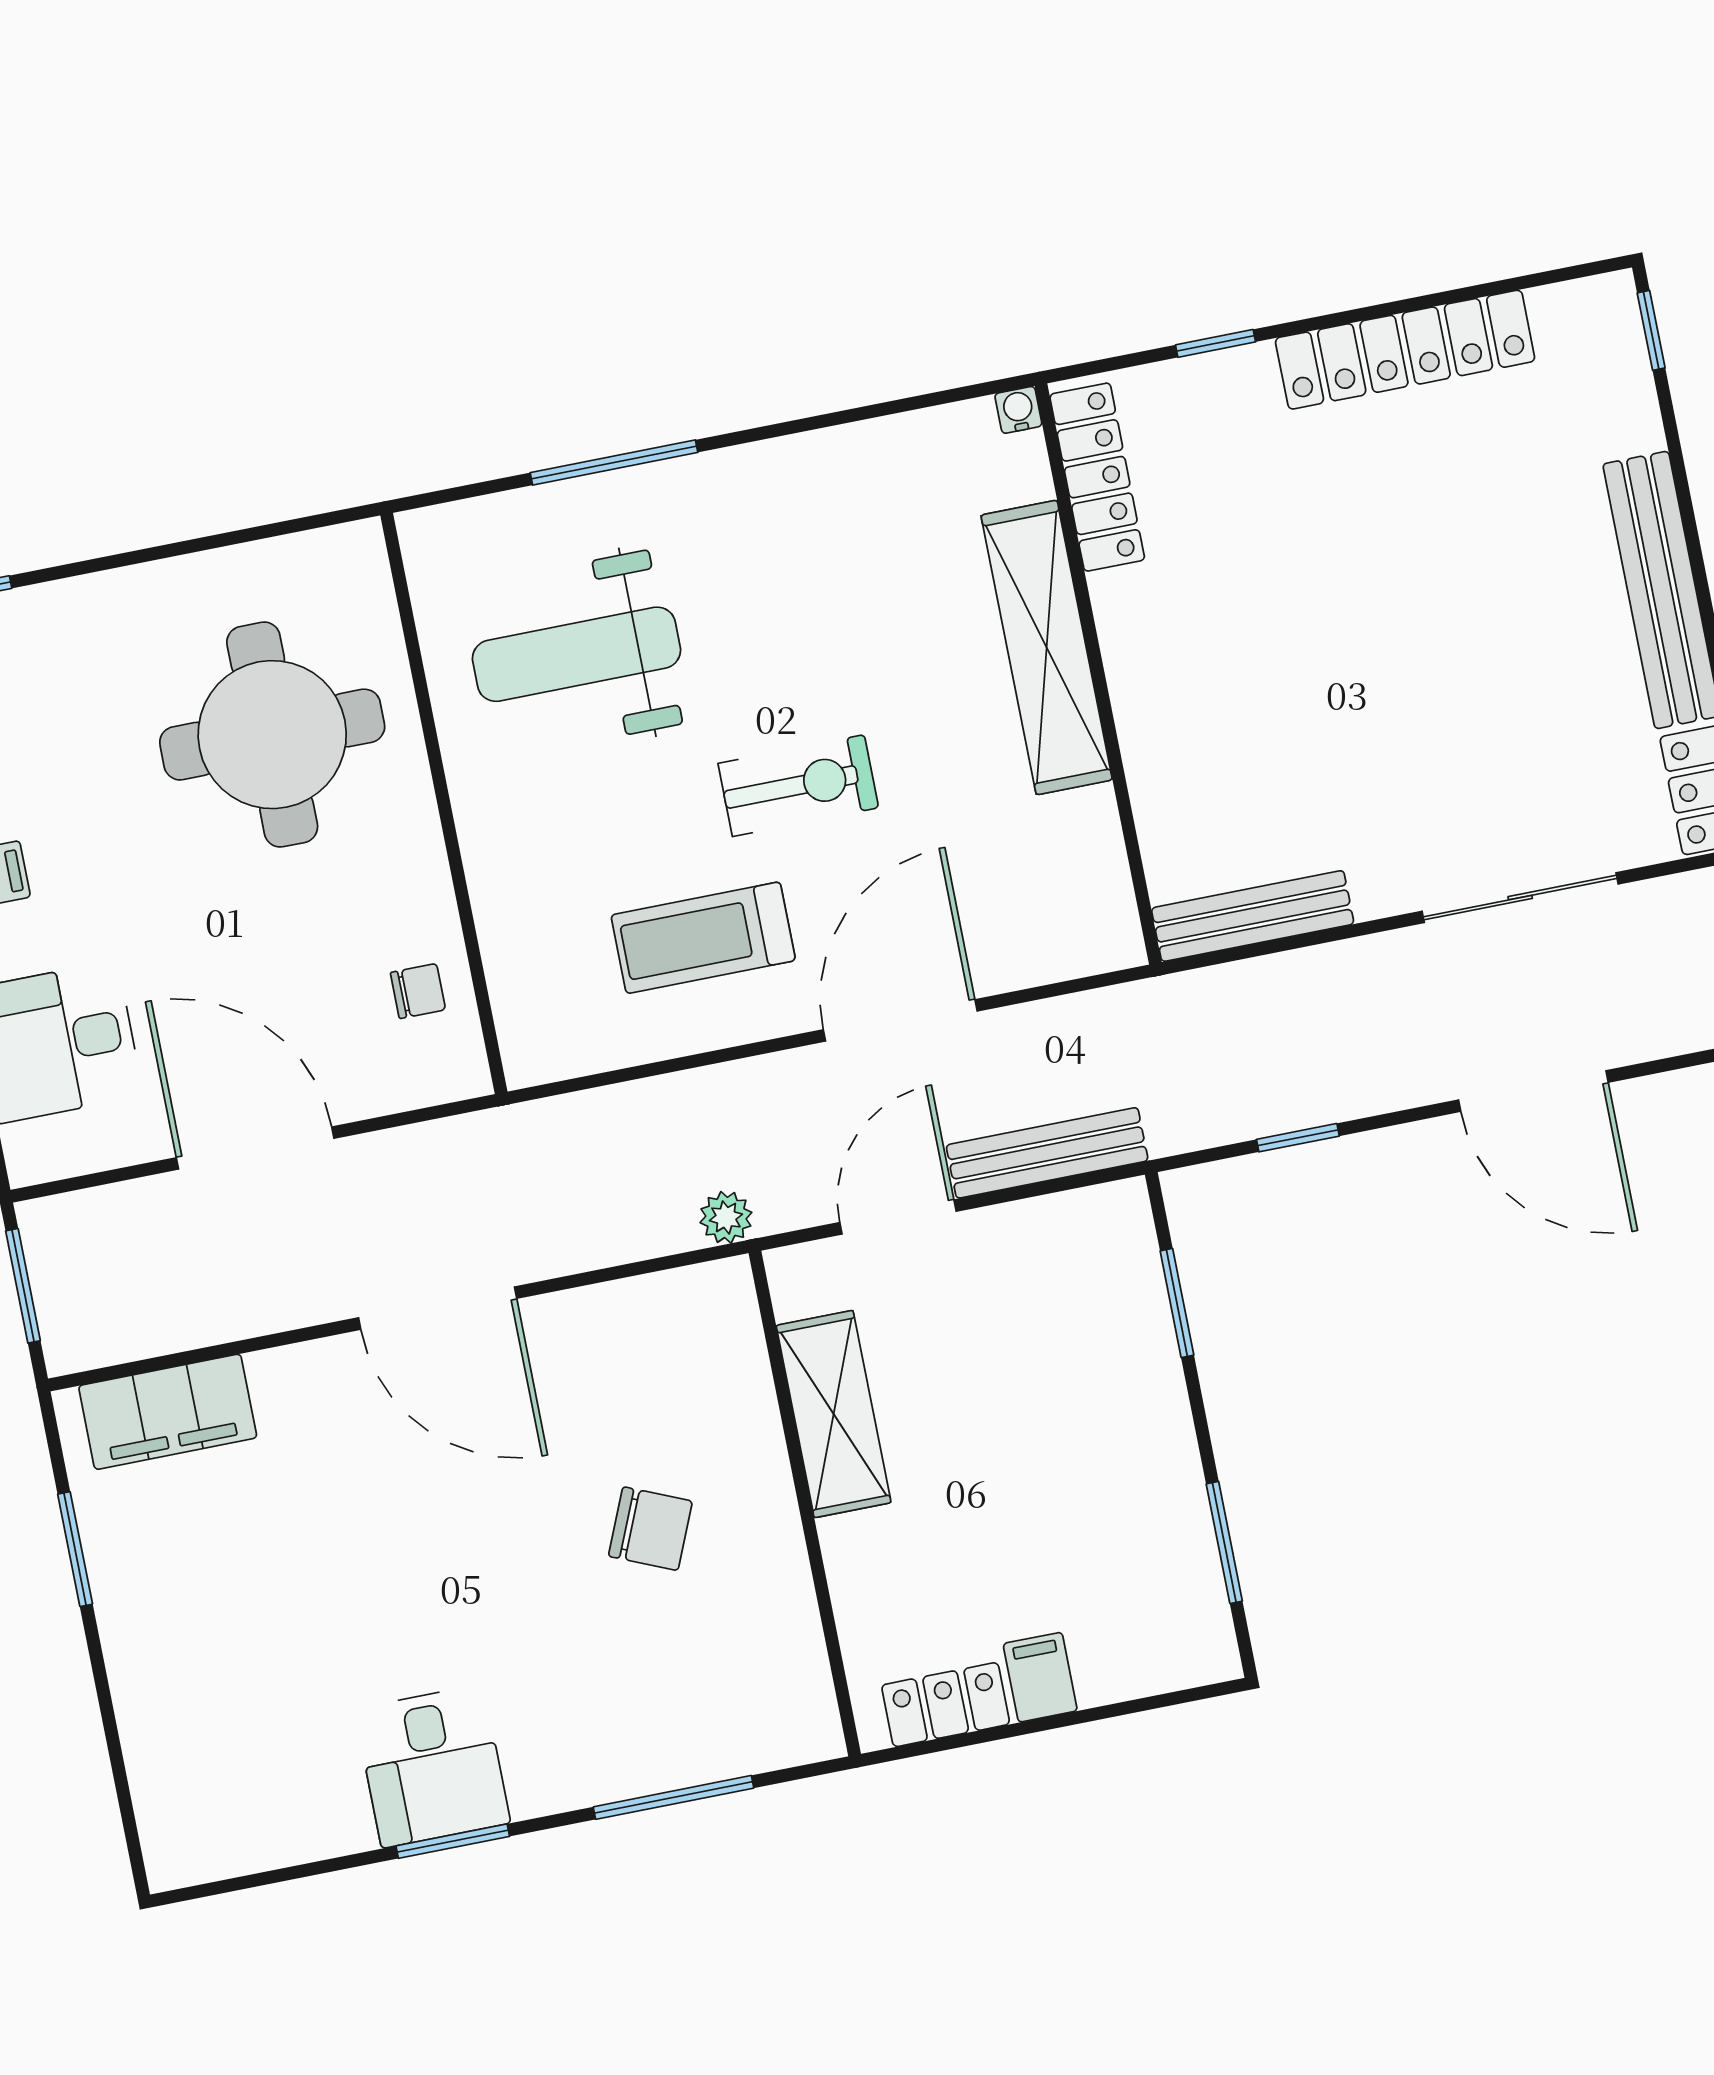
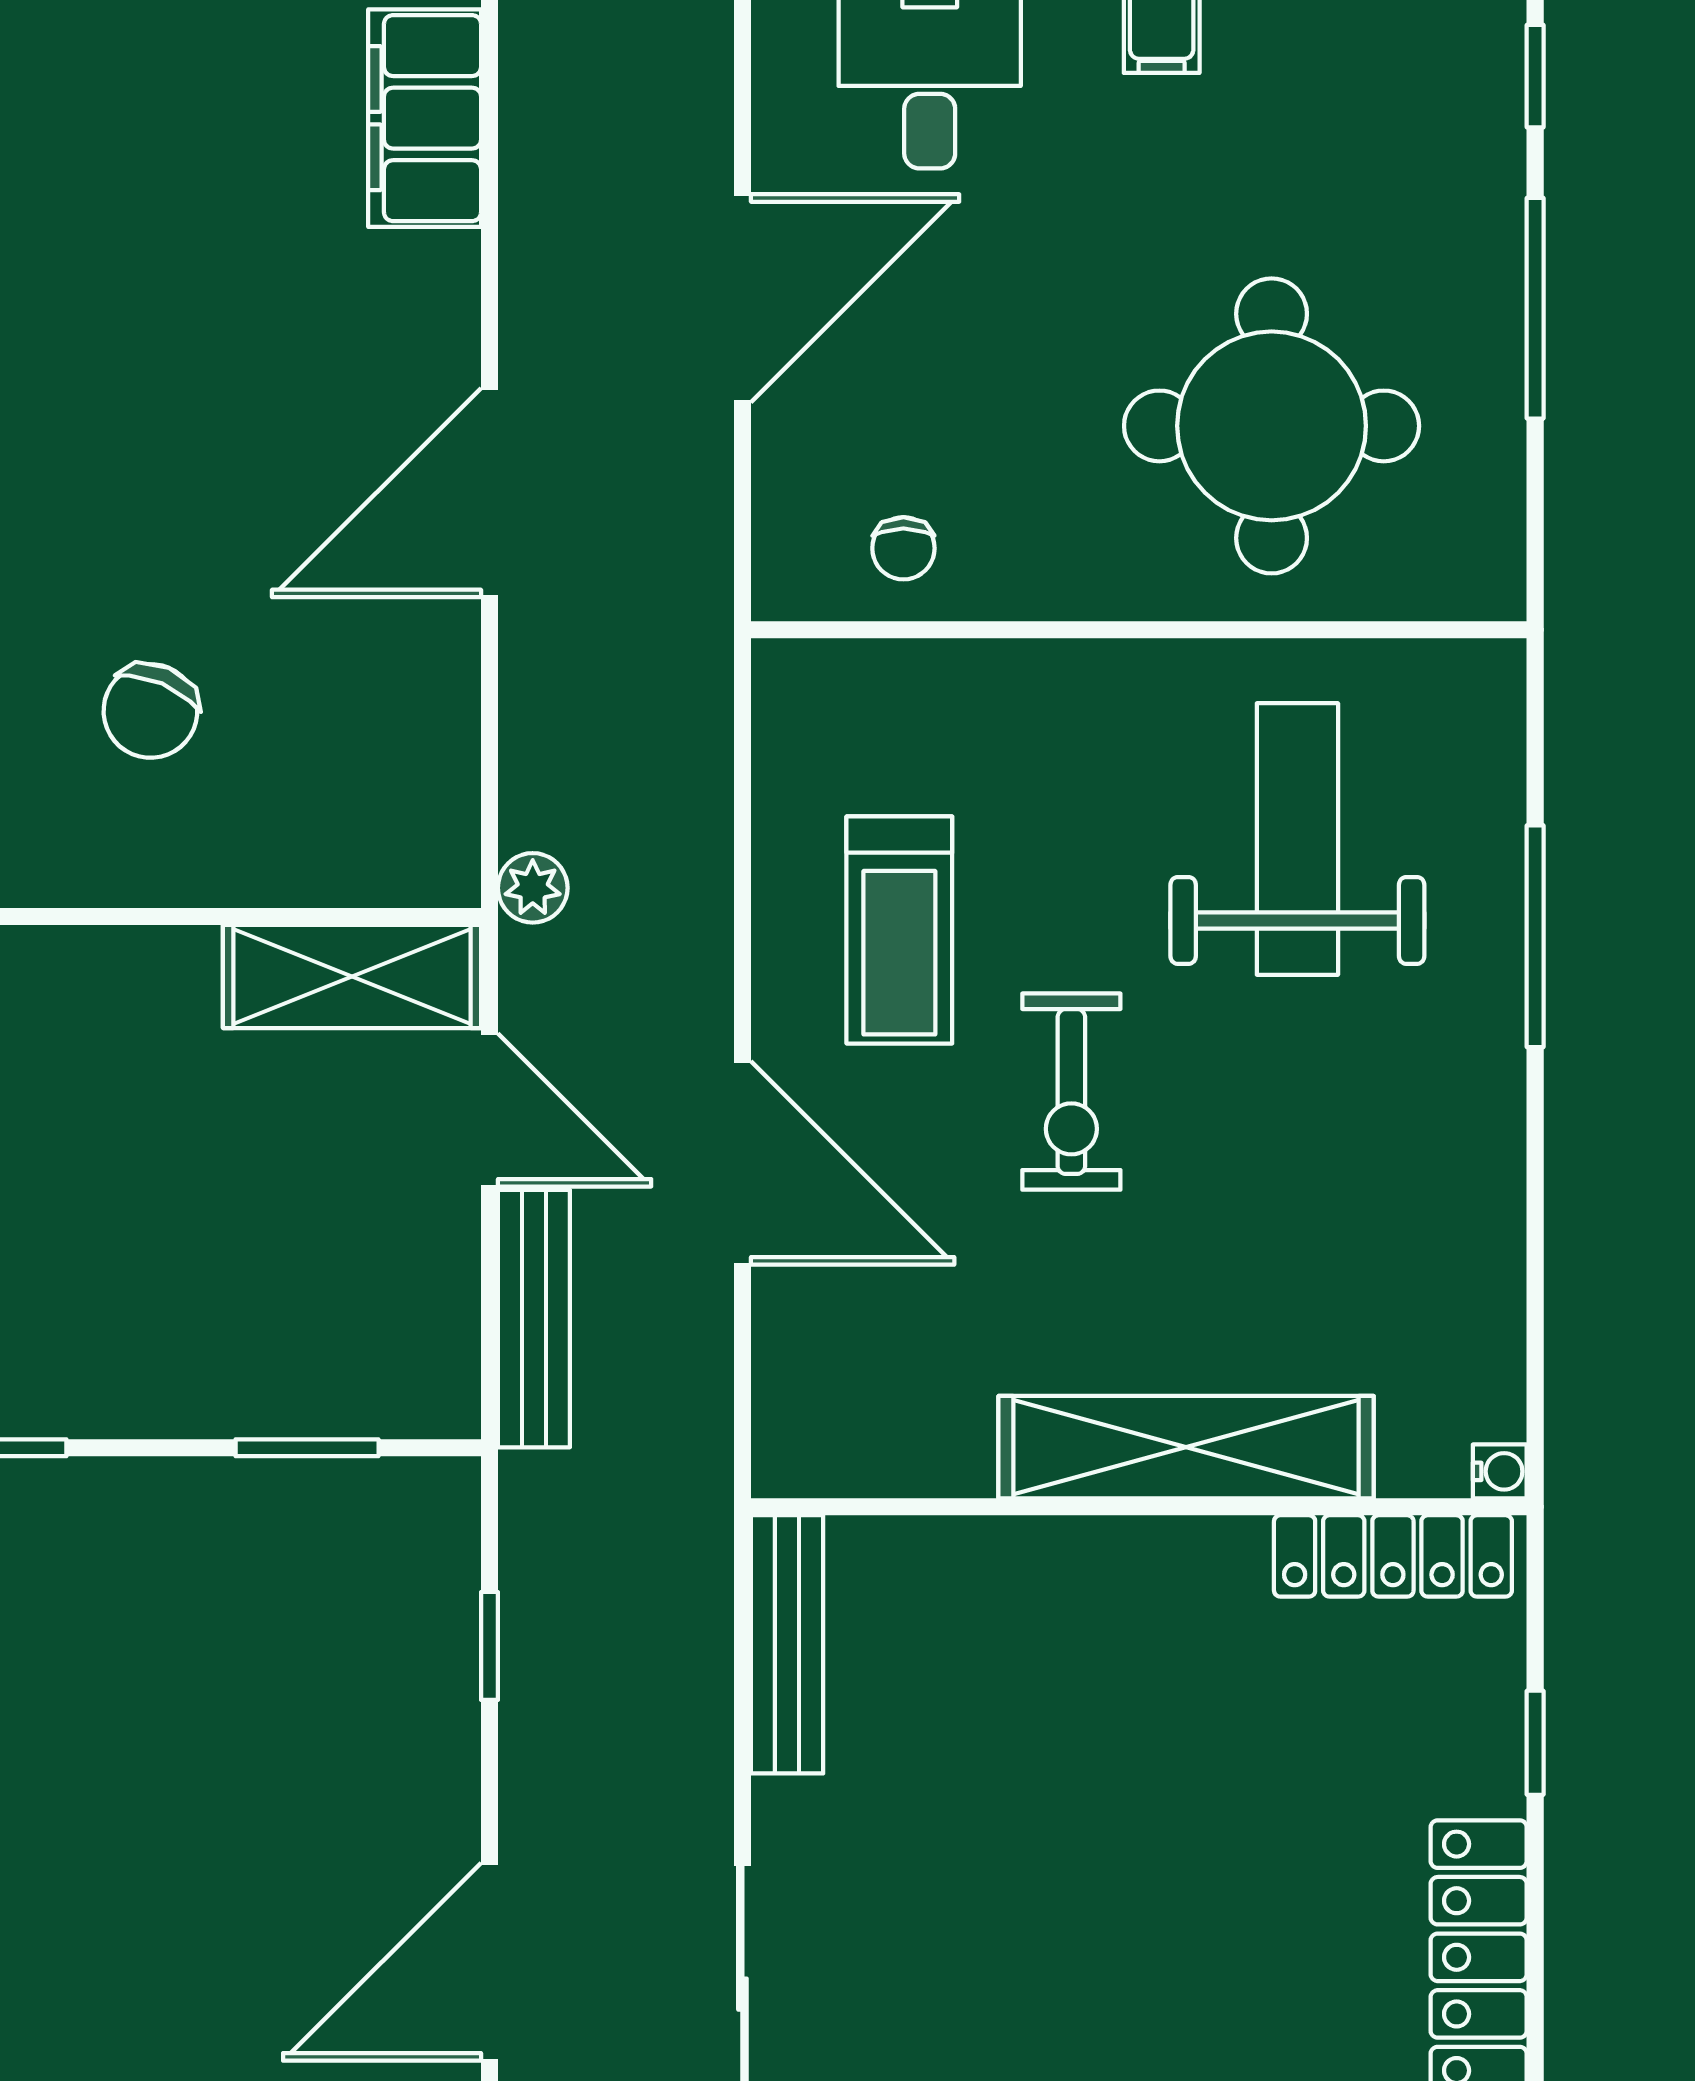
window: (145, 555) -> (1535, 308), added
treadmill: (703, 938) -> (899, 930), turned 180
shelving: (834, 1414) -> (352, 977), moved

